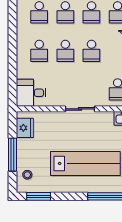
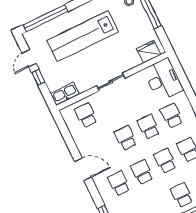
desk: (31, 93) -> (163, 80), width x1.37
fridge: (25, 128) -> (149, 52), moved, turned 90

